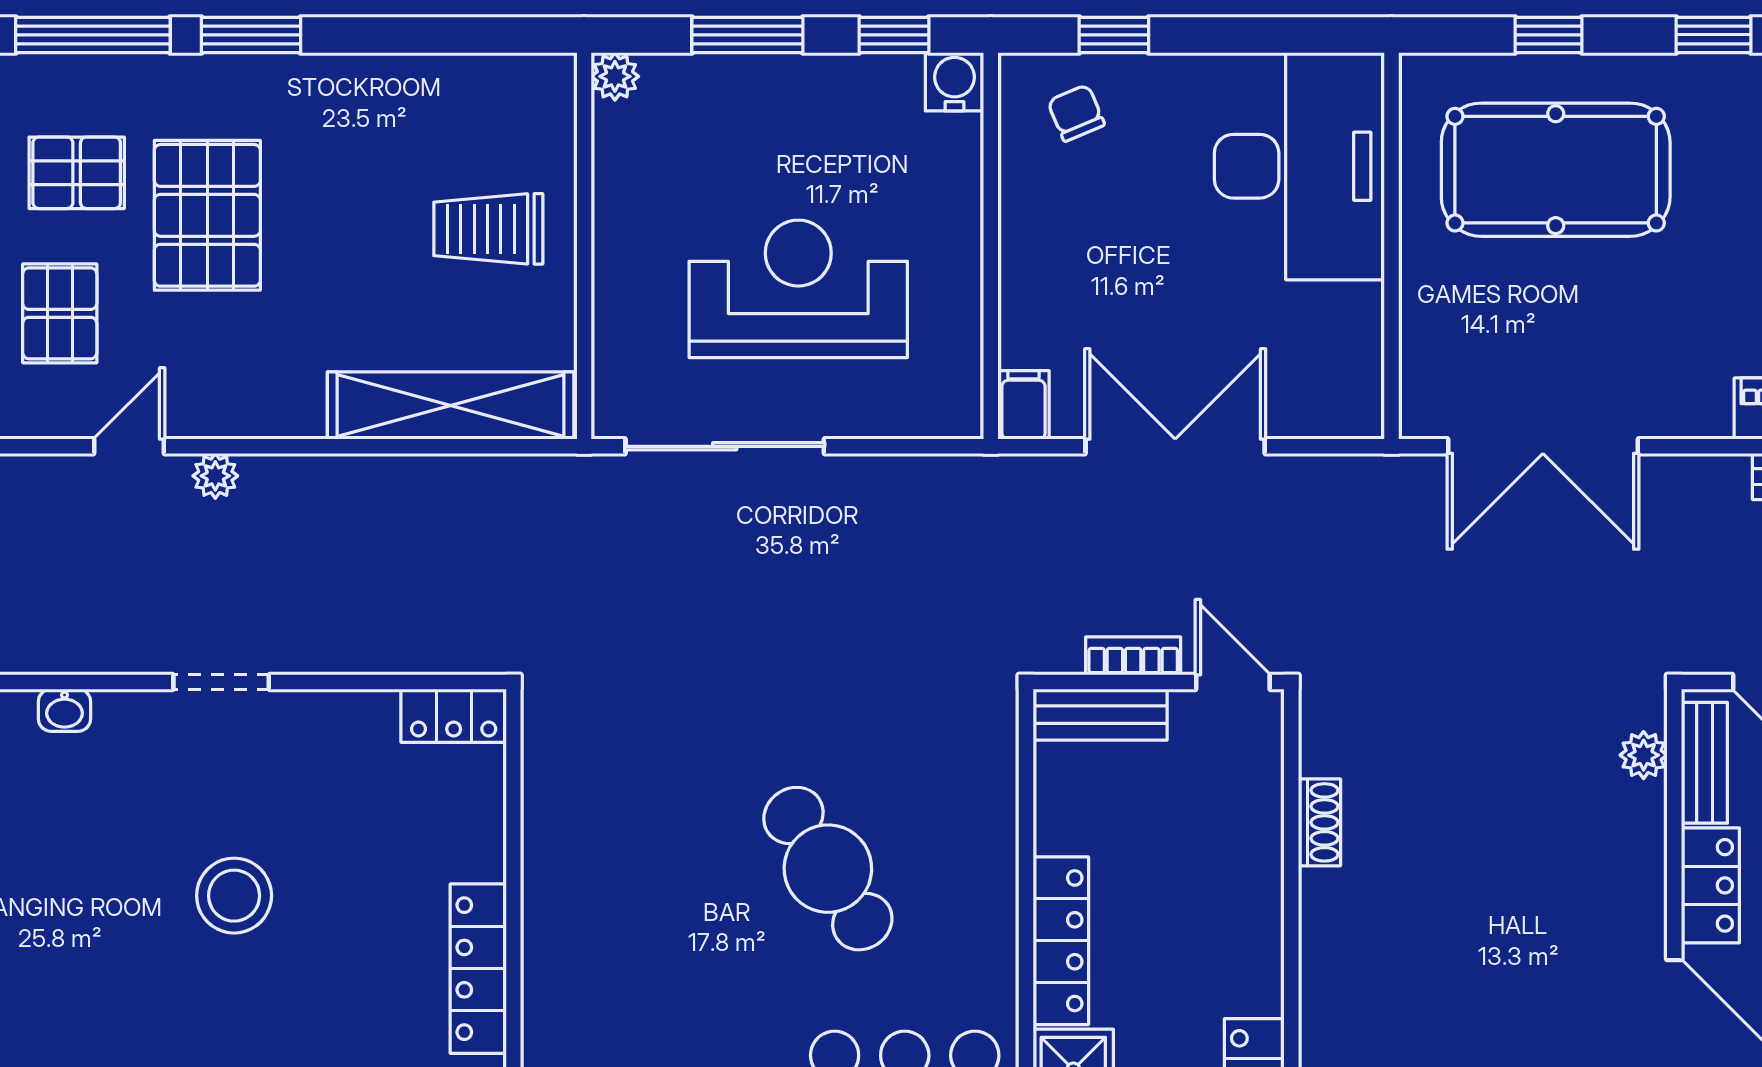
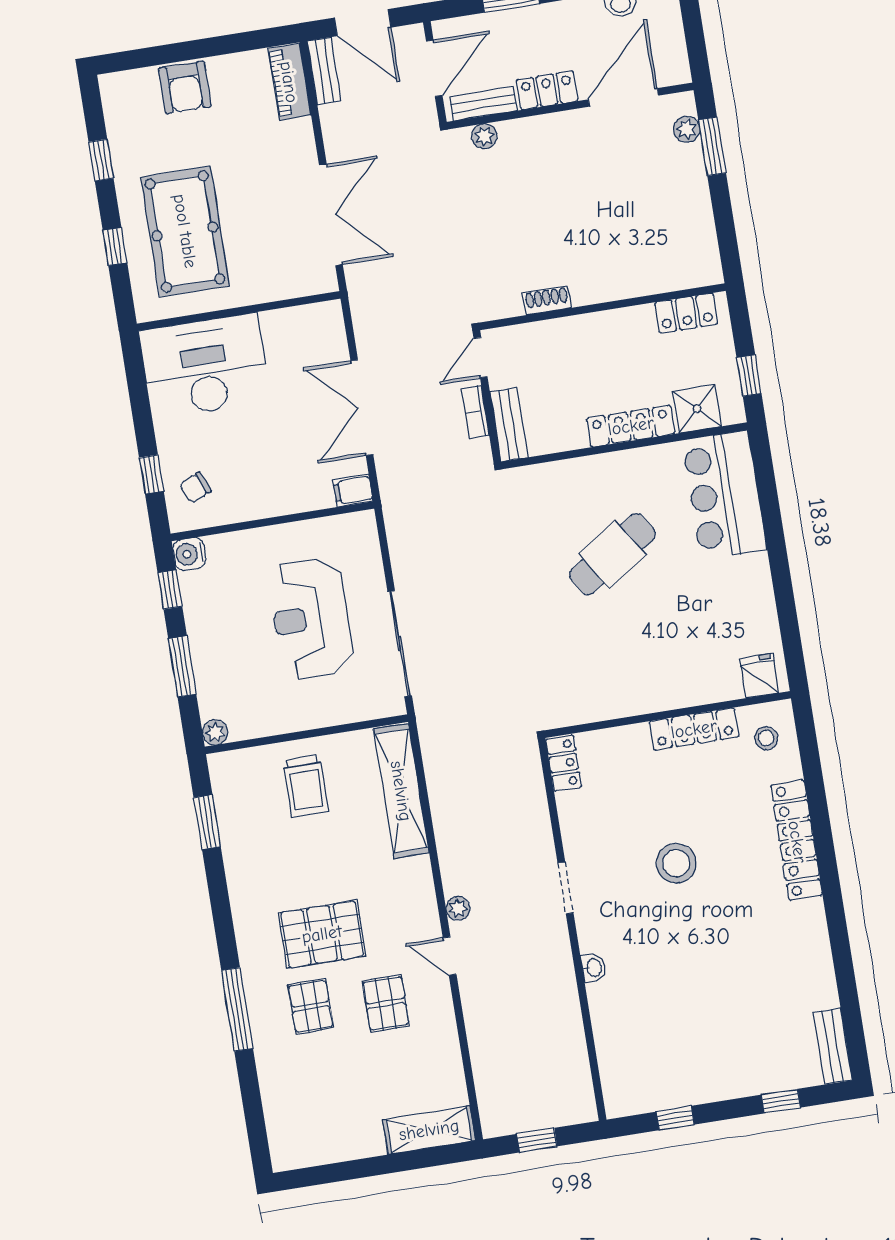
window: (251, 35) -> (207, 822), moved
pallet: (60, 313) -> (386, 1003), turned 90

